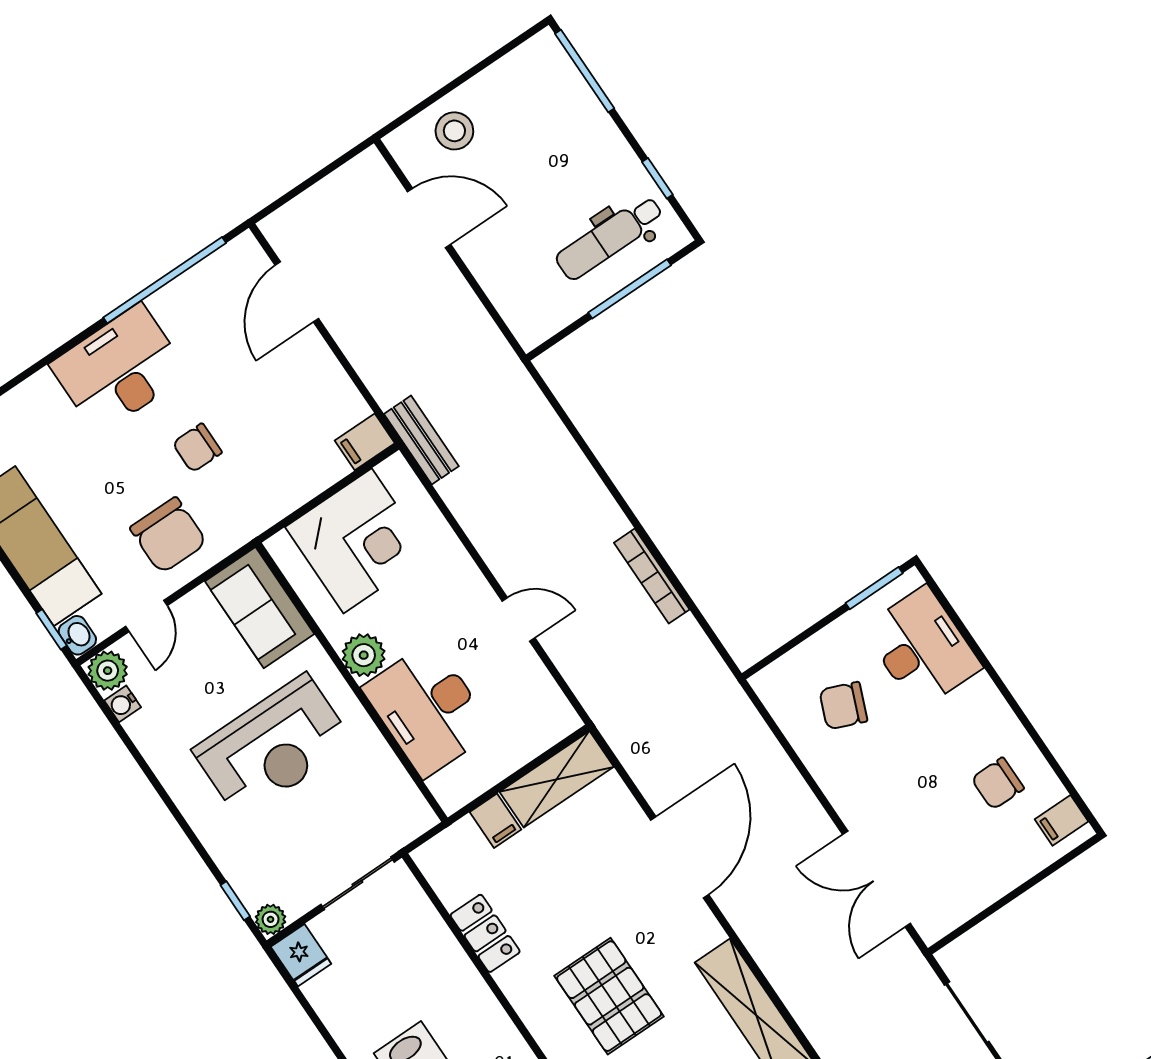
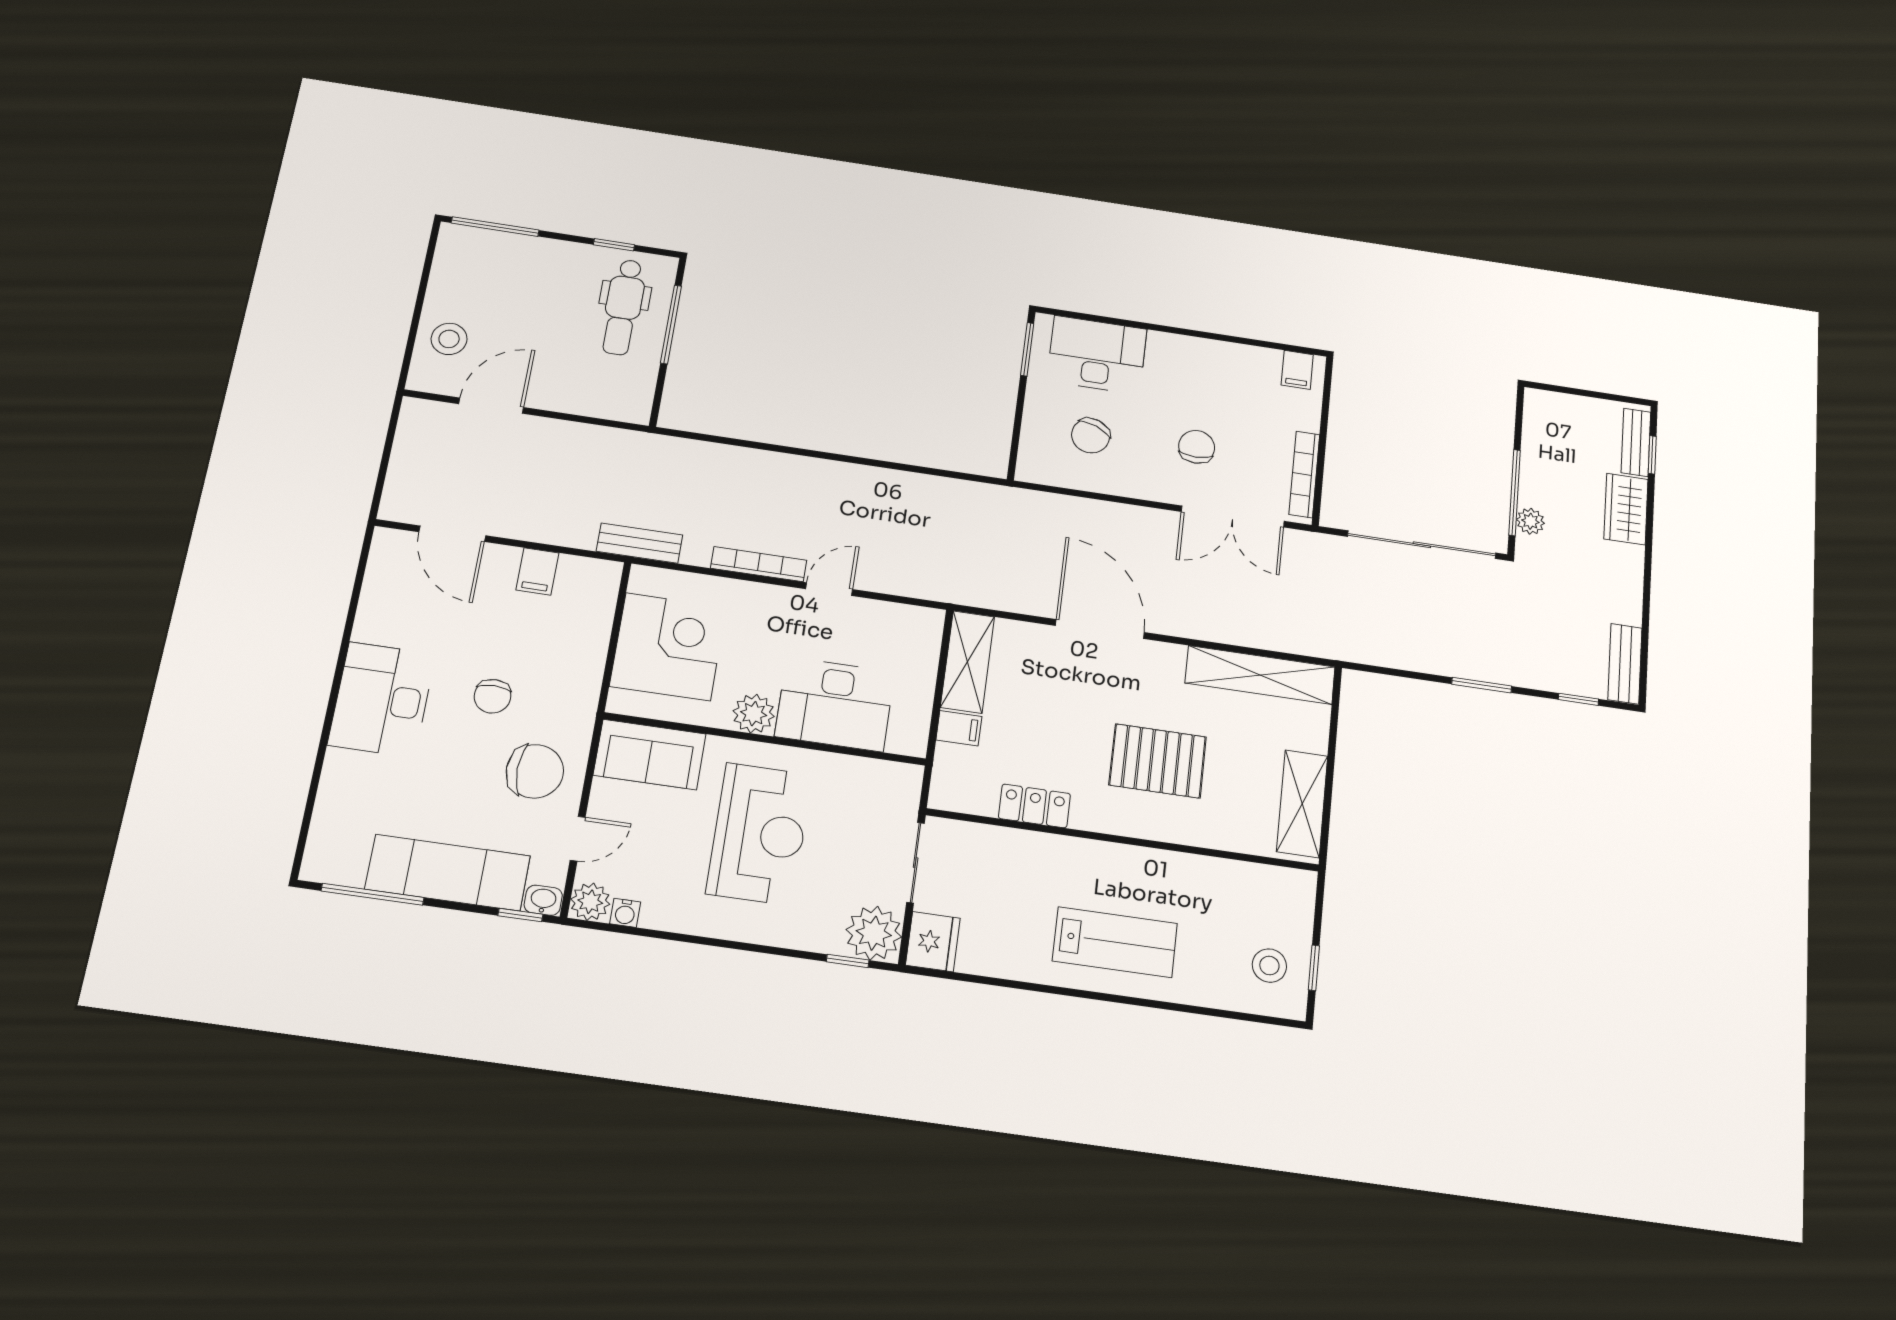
window: (165, 280) -> (352, 613), removed
filing cabinet: (365, 442) -> (537, 571), moved
bookcase: (652, 576) -> (759, 564), moved, turned 180
door: (146, 616) -> (578, 839), hinge flipped
chair: (998, 783) -> (1197, 447), moved, turned 180
bookcase: (969, 905) -> (1304, 474), added
plant: (271, 919) -> (874, 933), width x1.88, depth x1.88
fridge: (301, 955) -> (933, 942), width x1.38

